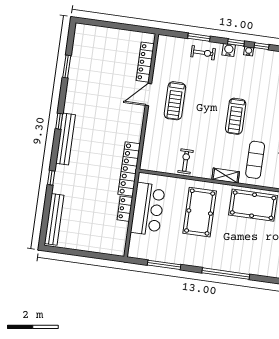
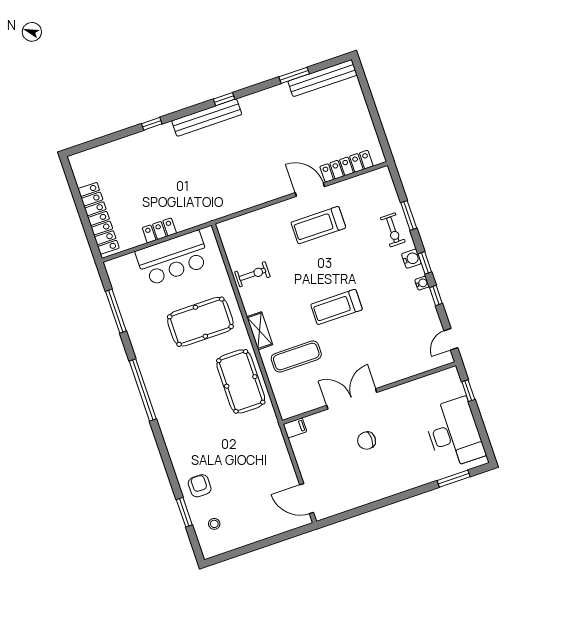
locker: (129, 169) -> (99, 218), moved, turned 90
bench: (54, 219) -> (323, 78), moved

